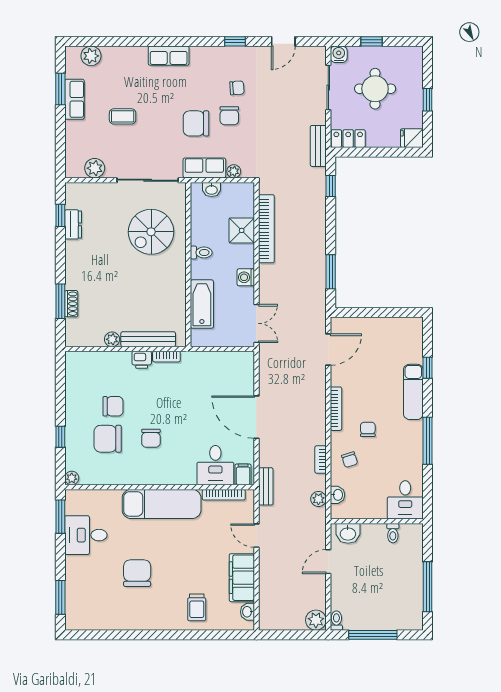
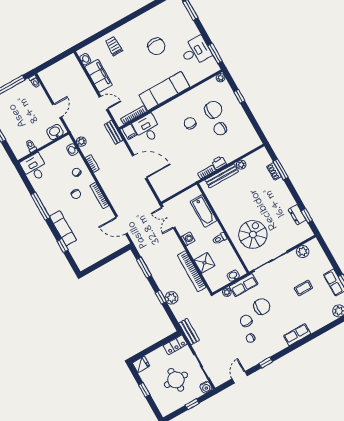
window: (331, 186) -> (161, 297), moved
door: (328, 350) -> (122, 225), hinge flipped
plant: (316, 620) -> (172, 298), moved

